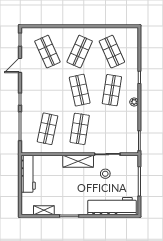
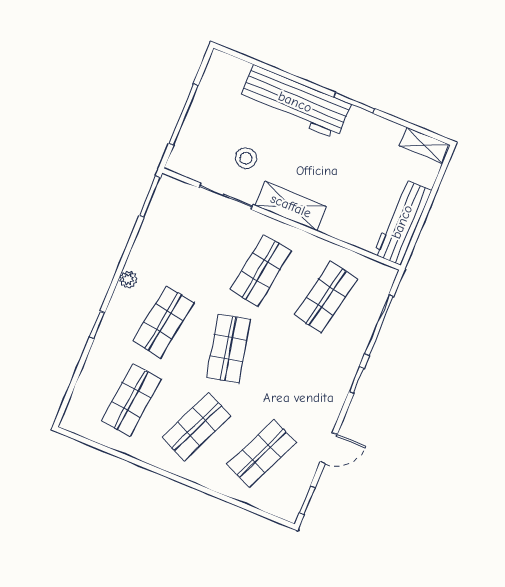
shop shelf: (47, 52) -> (262, 453), turned 48
shop shelf: (112, 52) -> (131, 400), turned 30
workbench: (112, 206) -> (295, 102), moved
shelving: (44, 210) -> (424, 145), moved

